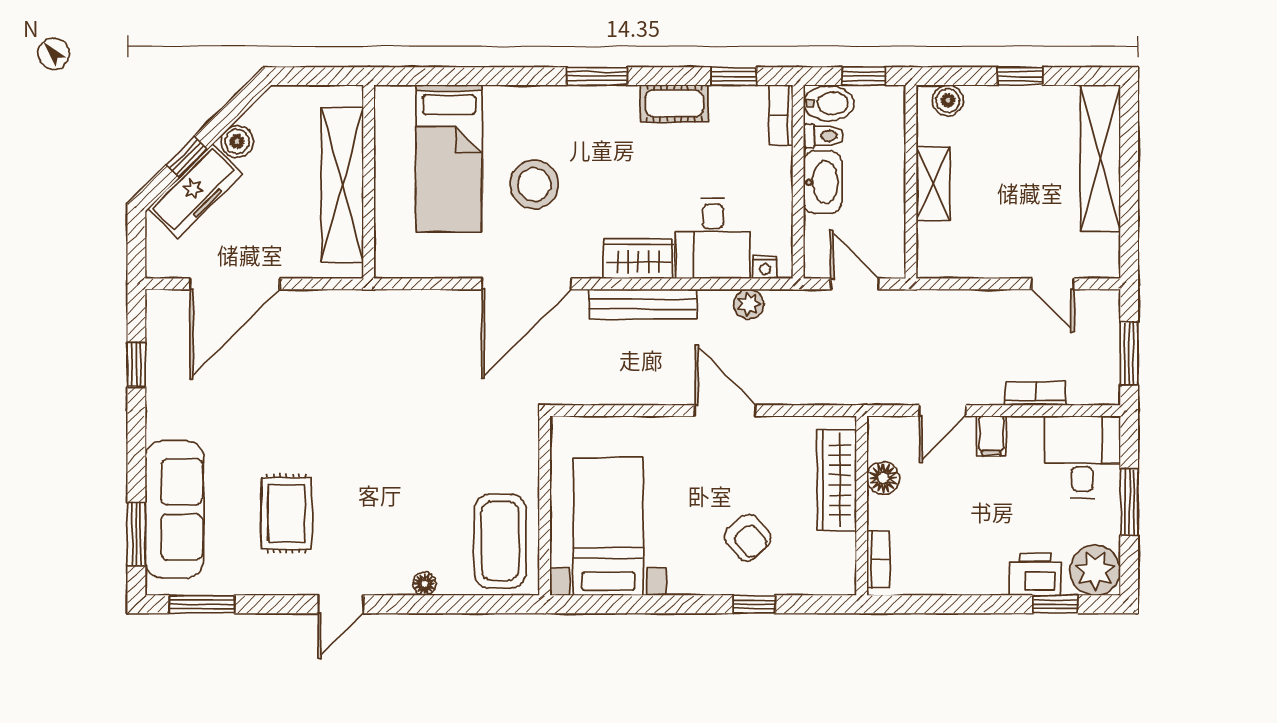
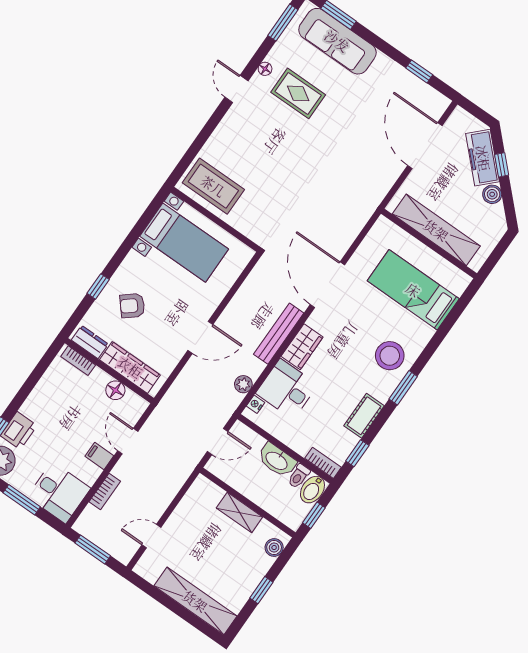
stool: (534, 184) -> (390, 356), moved
dresser: (841, 561) -> (90, 342), added
floor lamp: (425, 584) -> (265, 69), moved

